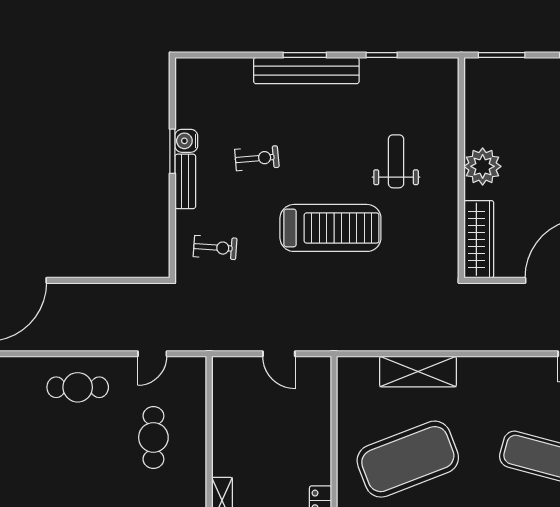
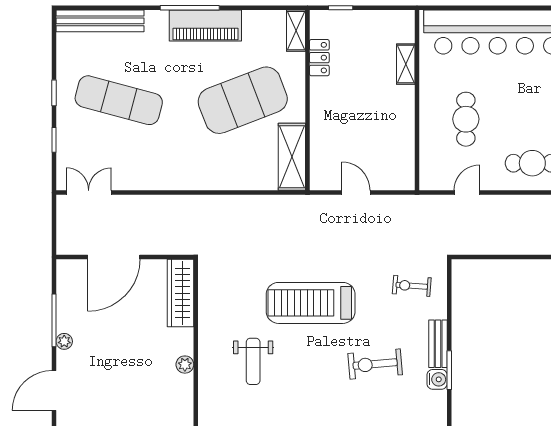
exercise bike: (257, 158) -> (375, 364), width x1.38, depth x1.39
plant: (483, 166) -> (185, 365), width x0.53, depth x0.53
shelving: (418, 372) -> (292, 157), moved, turned 90

